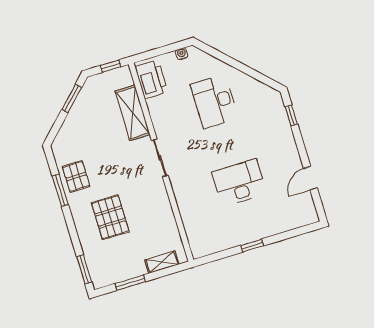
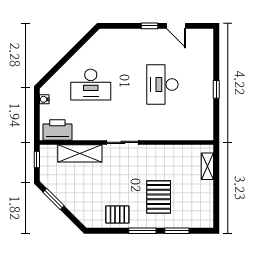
window: (291, 115) -> (149, 26), moved
window: (60, 190) -> (142, 231), moved
pallet: (110, 217) -> (159, 197), turned 90
window: (84, 269) -> (177, 231), moved
window: (130, 283) -> (216, 197), removed

